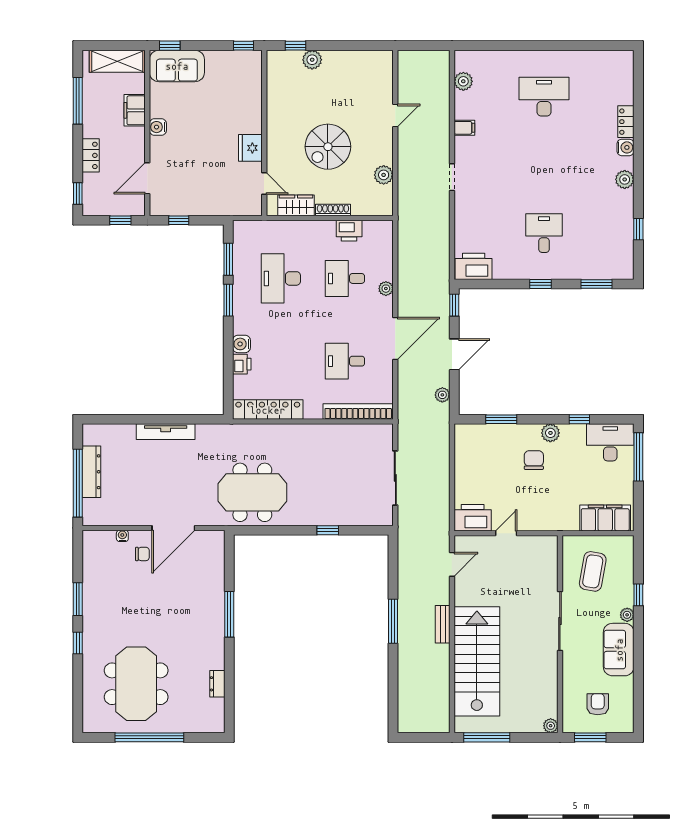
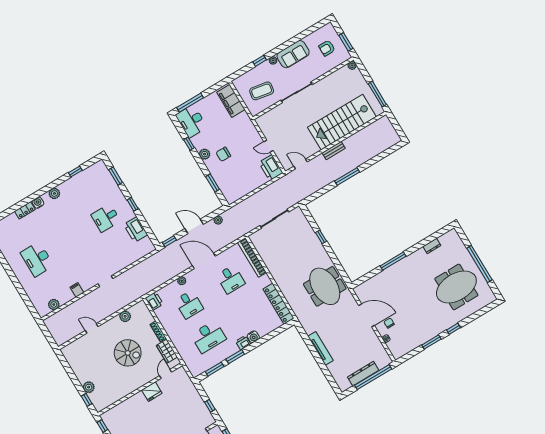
printer: (349, 231) -> (154, 301), moved
printer: (474, 266) -> (136, 230), moved
printer: (242, 364) -> (243, 343), moved

